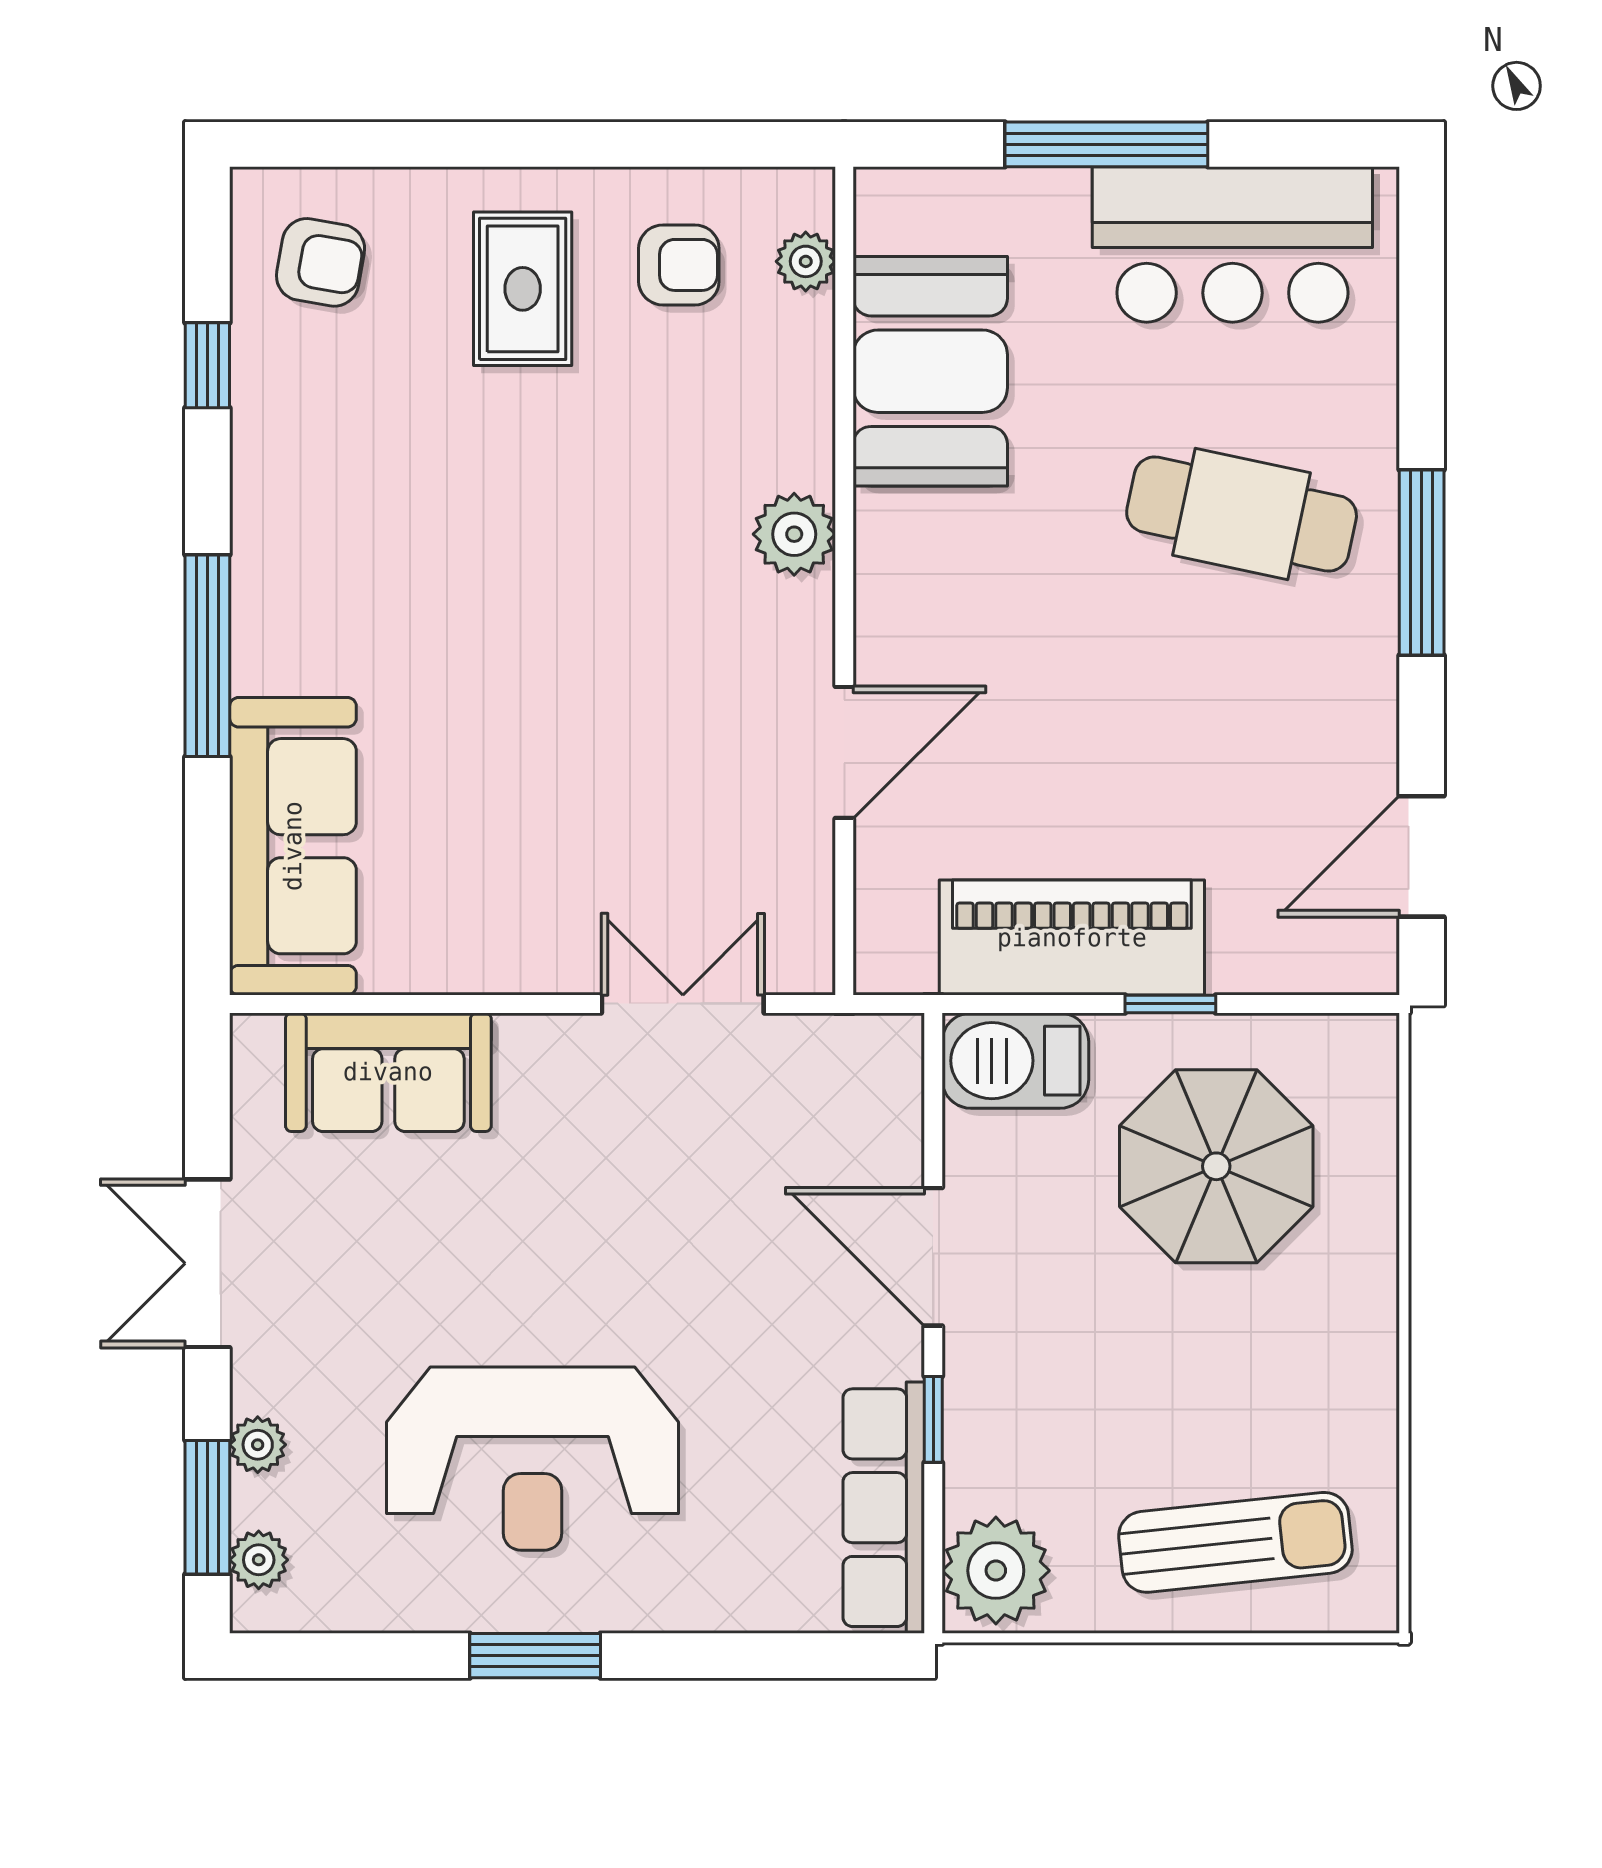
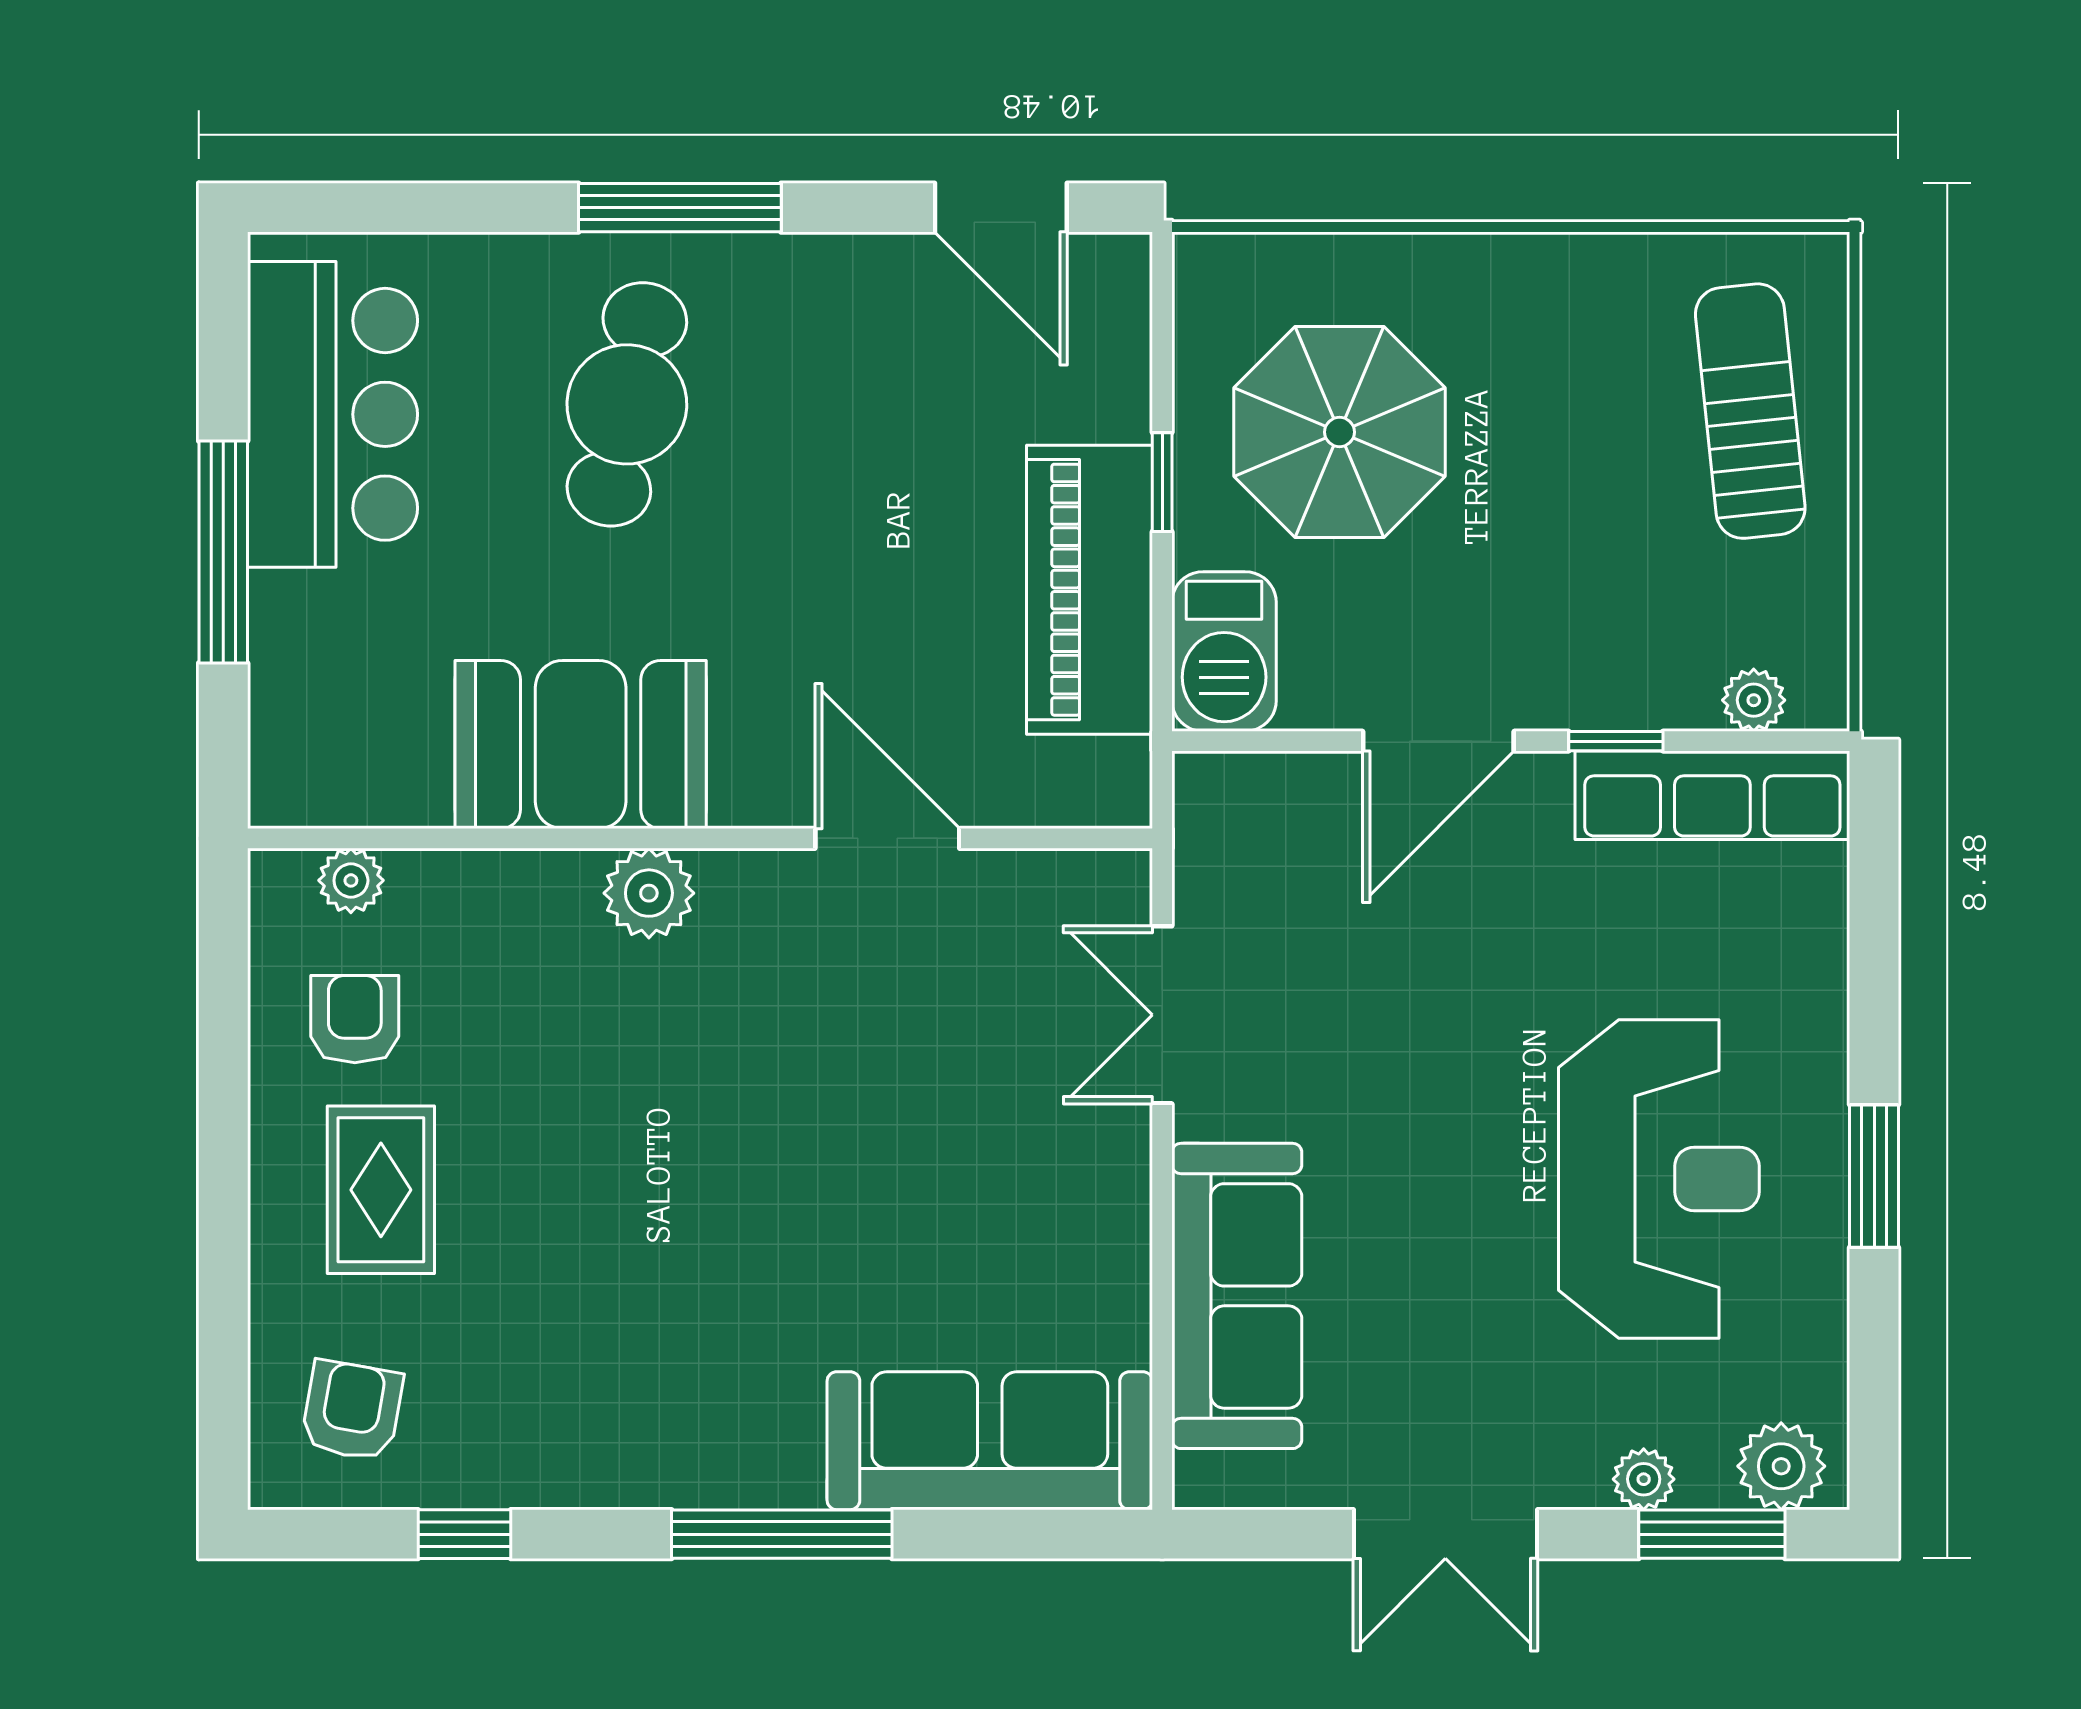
rug: (523, 289) -> (381, 1190), turned 90
booth: (930, 371) -> (581, 745), moved
sofa: (388, 1072) -> (1237, 1296), width x1.36
plant: (259, 1560) -> (1781, 1466), width x1.38, depth x1.38
plant: (996, 1571) -> (1754, 700), width x0.53, depth x0.53

